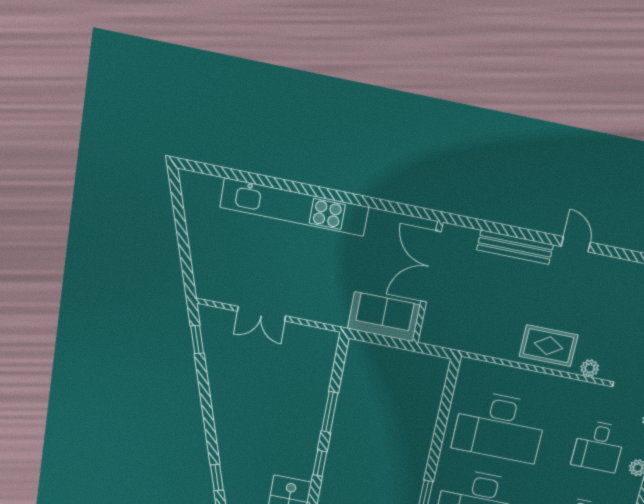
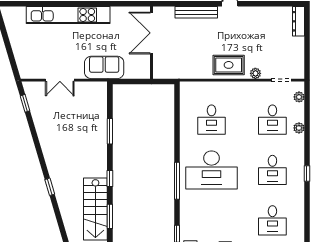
sofa: (384, 317) -> (104, 67), moved
desk: (499, 427) -> (211, 120), width x0.53, depth x0.77
window: (320, 463) -> (110, 179), moved

